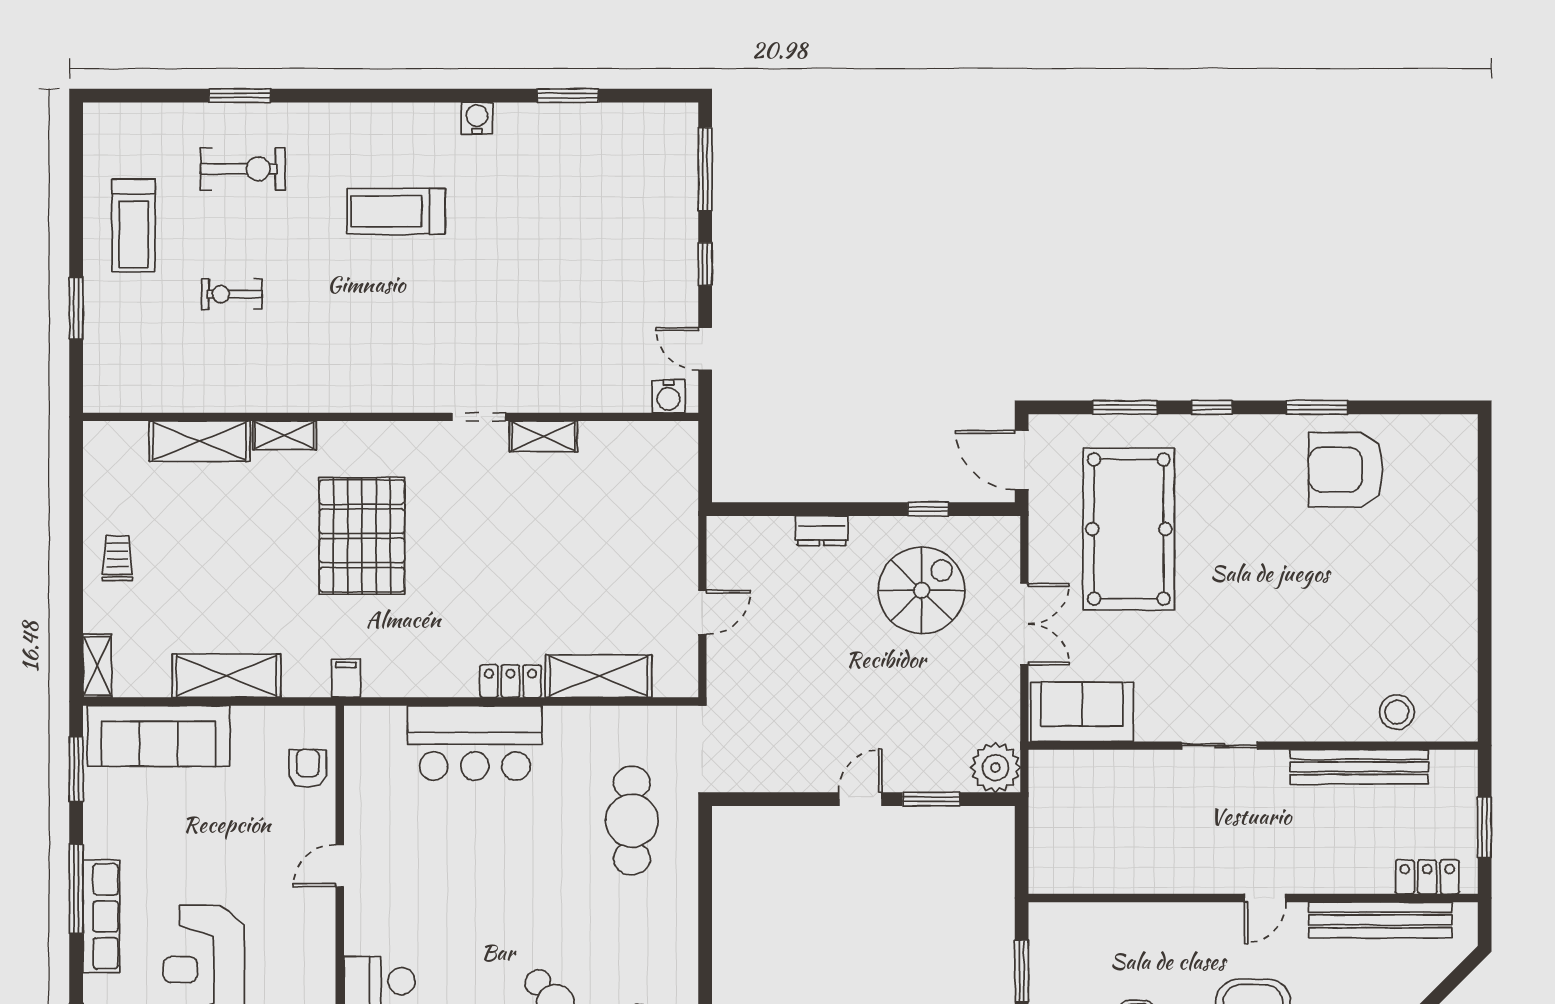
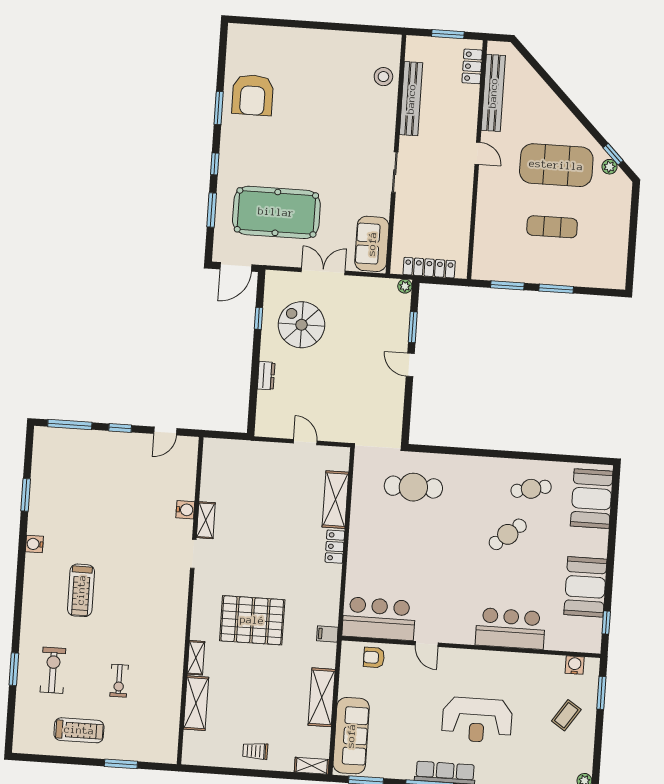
water cooler: (669, 396) -> (185, 510), moved
bar counter: (475, 743) -> (379, 619), moved, turned -90
plant: (995, 767) -> (405, 286), width x0.53, depth x0.53
locker: (1045, 822) -> (429, 268), added

